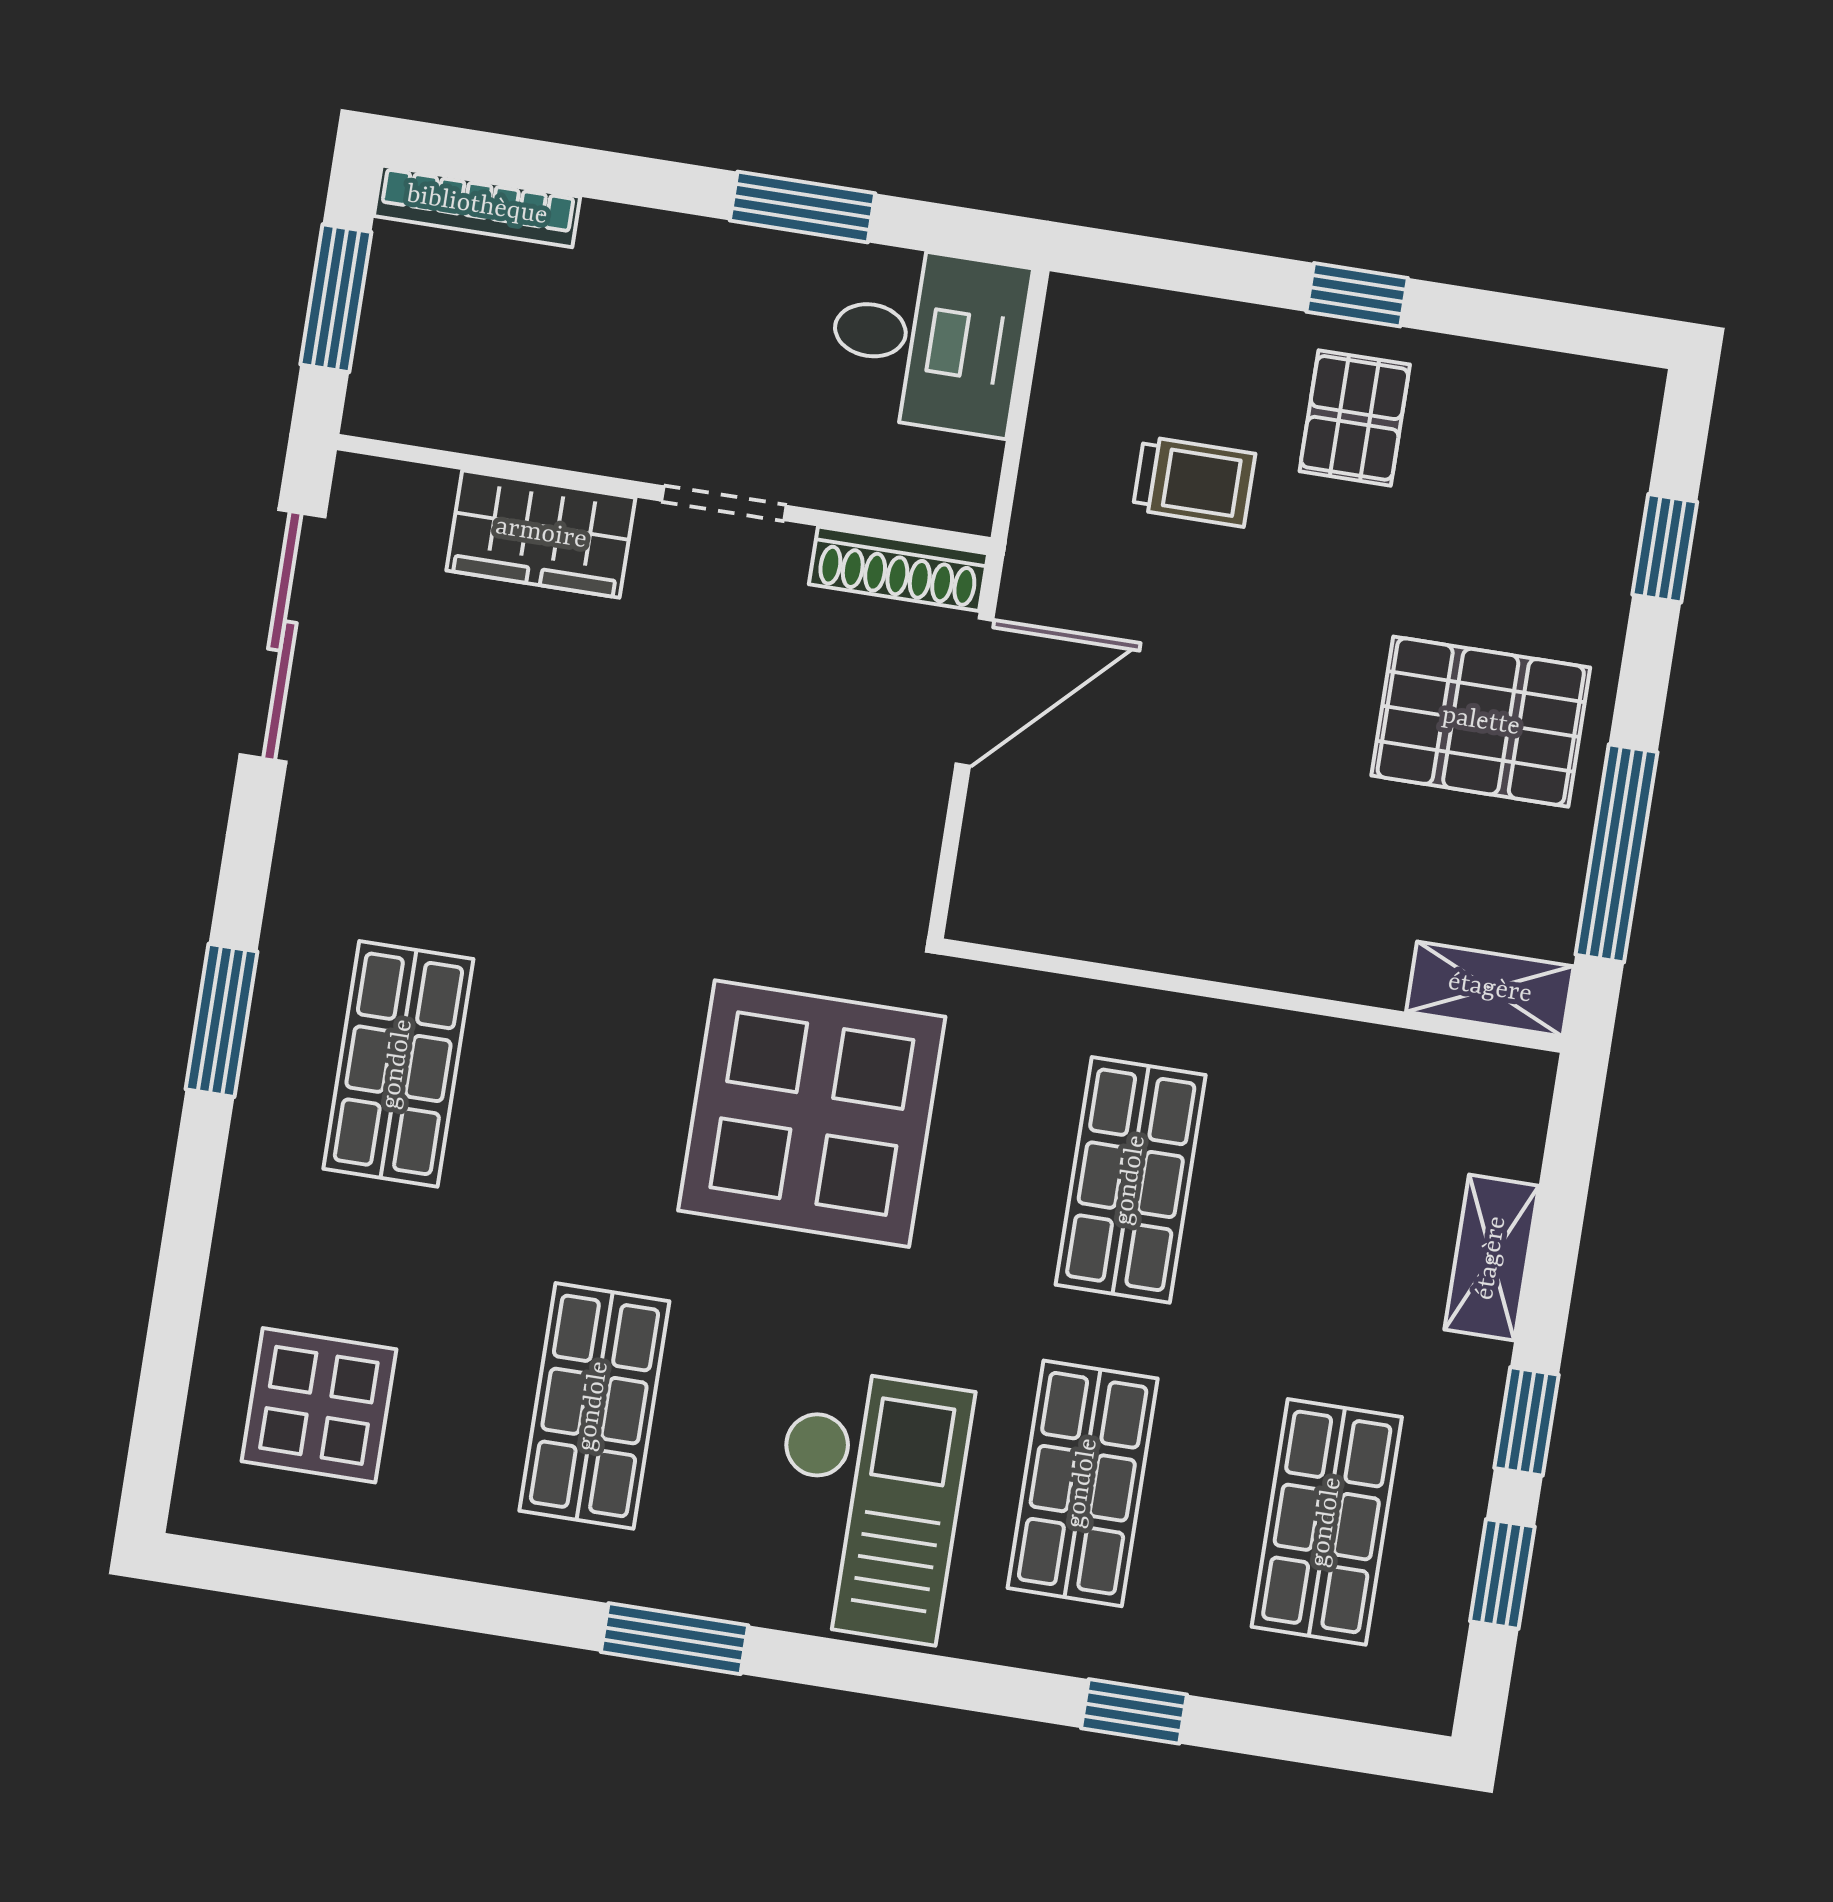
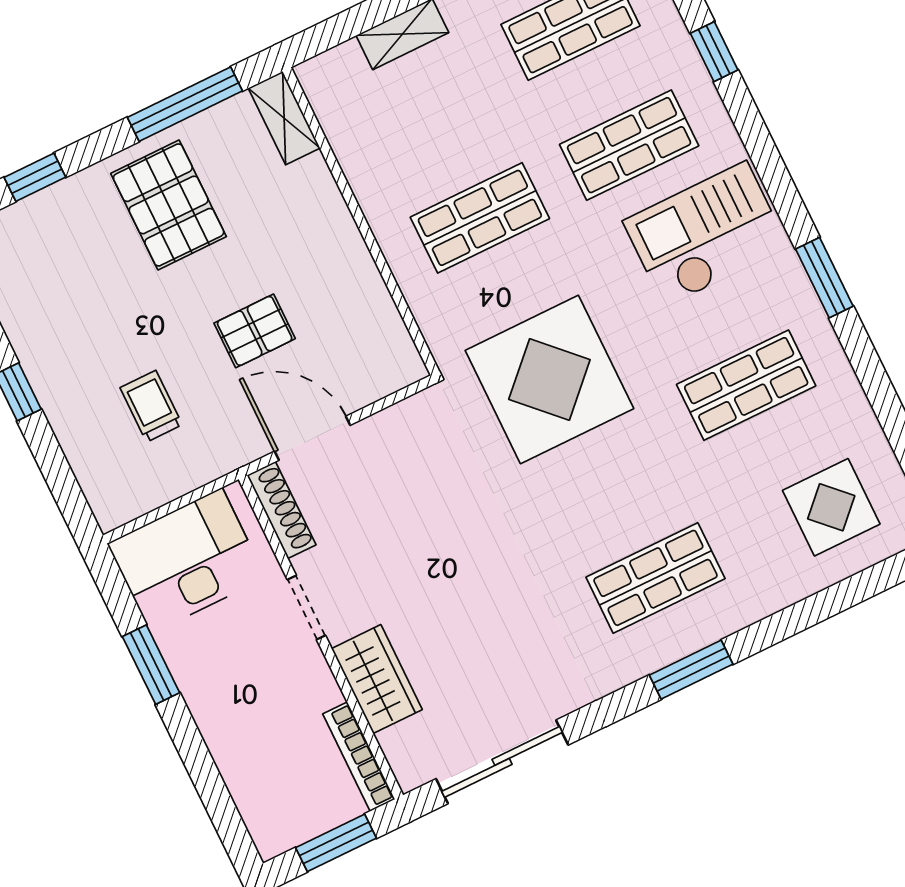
bookcase: (477, 206) -> (359, 757), moved, turned 180
desk: (928, 339) -> (187, 561), width x1.37
pallet: (1355, 418) -> (255, 331), moved

